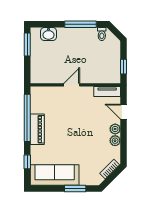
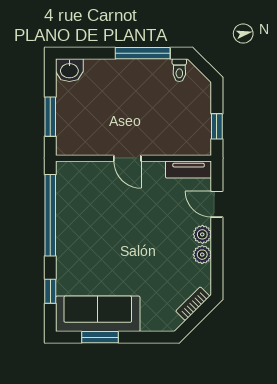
washbasin: (49, 34) -> (69, 70), moved
window: (27, 44) -> (50, 117), moved
door: (72, 85) -> (127, 158), swing flipped
piano: (37, 129) -> (68, 235), removed
window: (75, 188) -> (100, 337), moved

